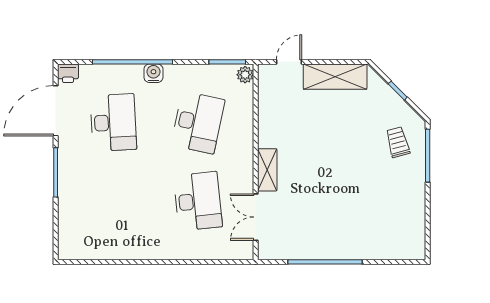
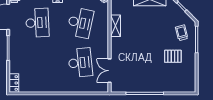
shelving: (267, 170) -> (115, 26), moved
pallet: (381, 188) -> (173, 56), added
locker: (67, 241) -> (14, 83), added

